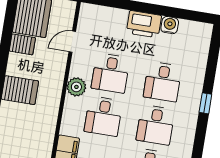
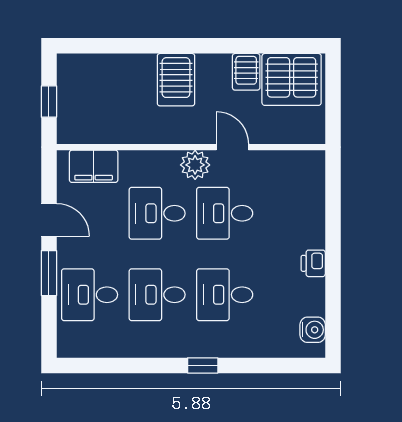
printer: (144, 24) -> (313, 263), width x0.53, depth x0.68
water cooler: (170, 25) -> (313, 330), moved
door: (72, 42) -> (232, 147), moved

